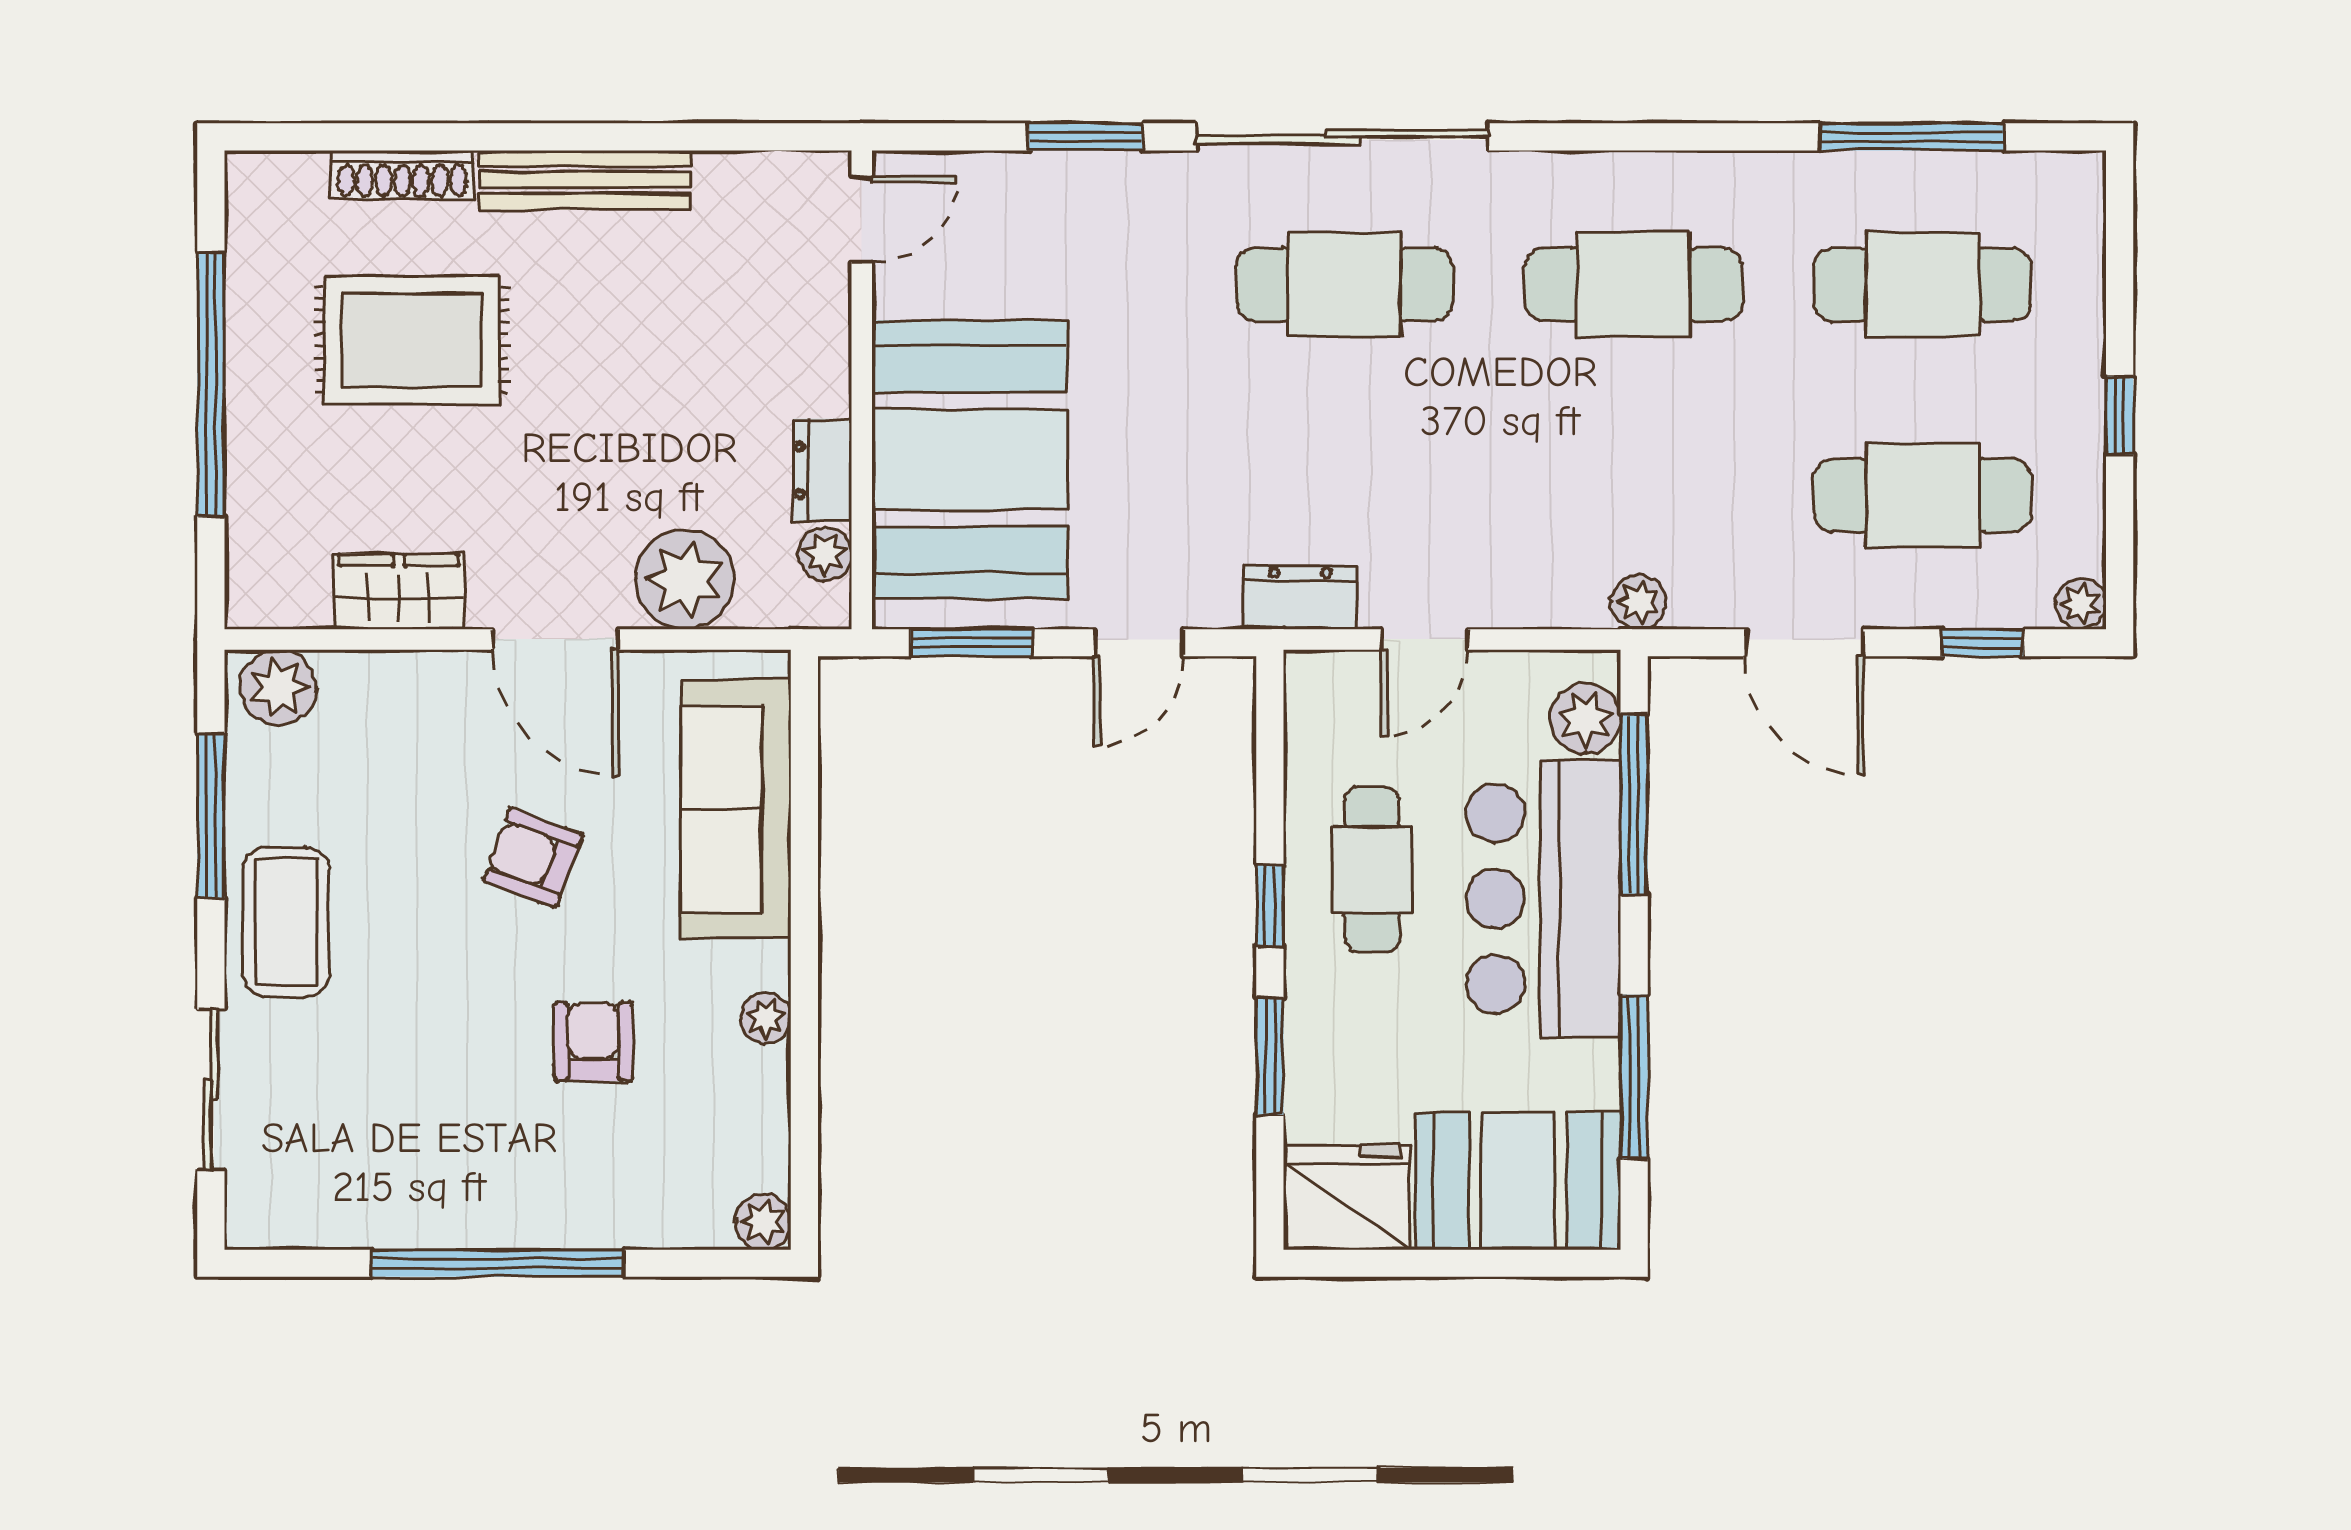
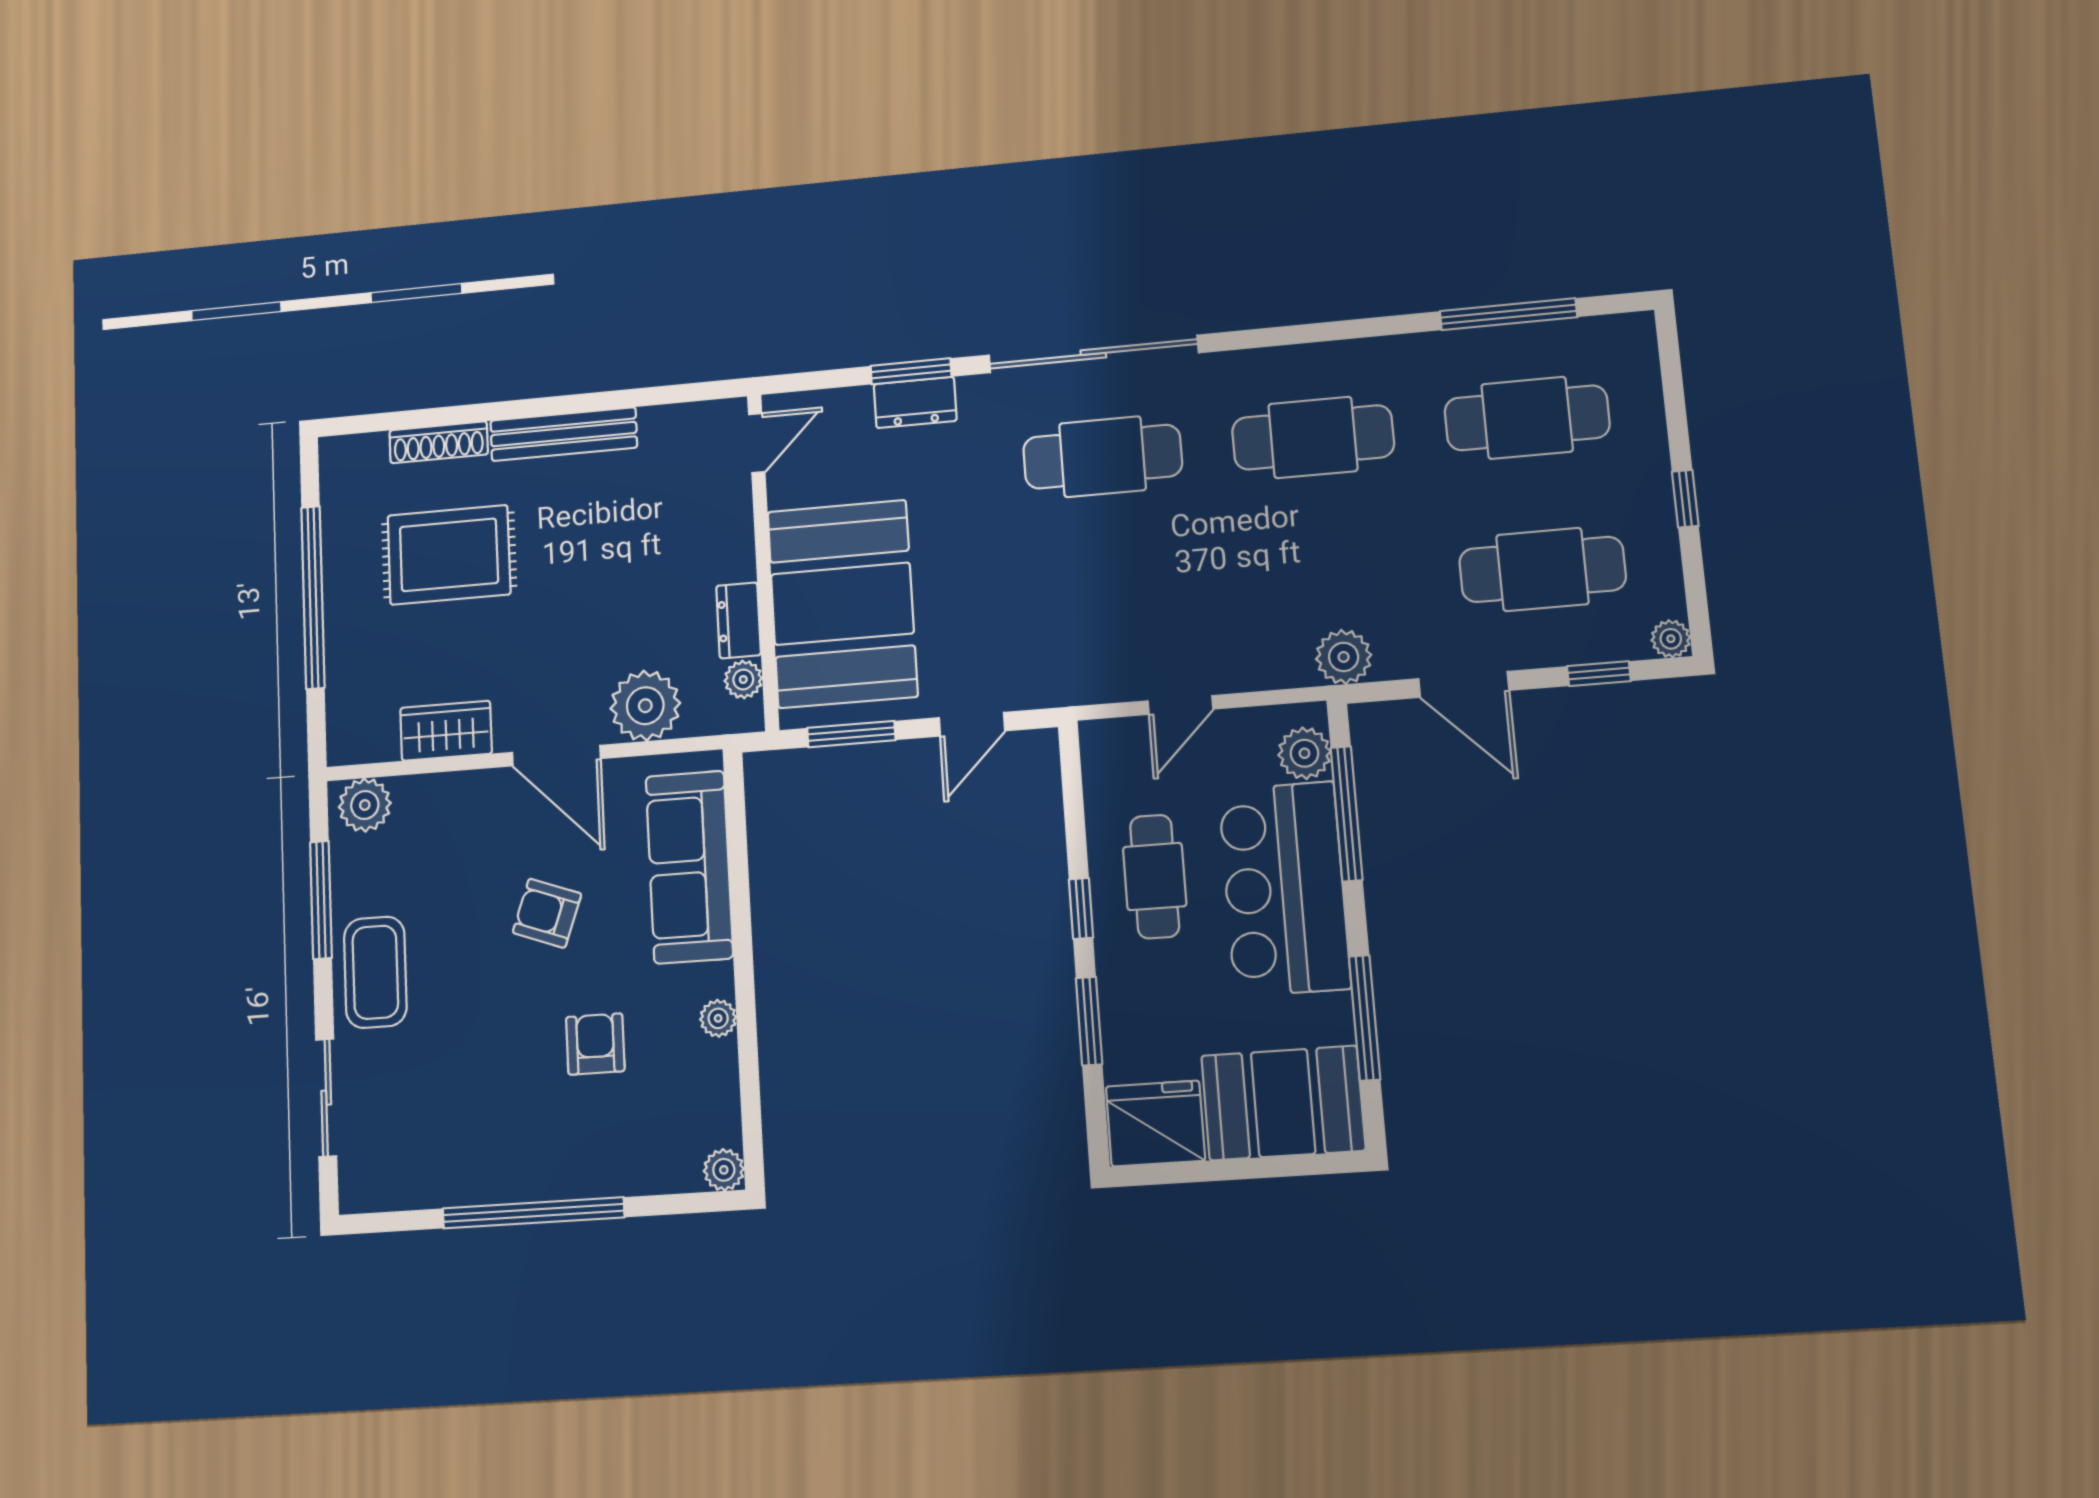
dresser: (1300, 597) -> (915, 402), moved, turned 180
plant: (1638, 602) -> (1344, 657), width x1.38, depth x1.38

